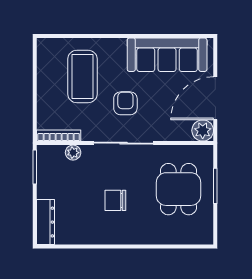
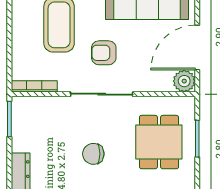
armchair: (125, 103) -> (104, 53), turned -90
plant: (73, 153) -> (49, 104), removed

